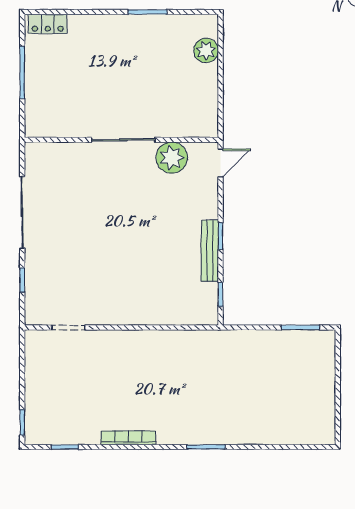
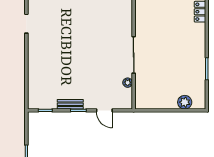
plant: (172, 158) -> (128, 83), width x0.53, depth x0.53
door: (220, 163) -> (104, 110), moved
bench: (210, 251) -> (70, 104), width x0.73

